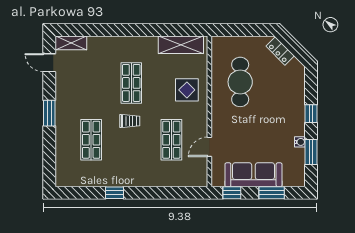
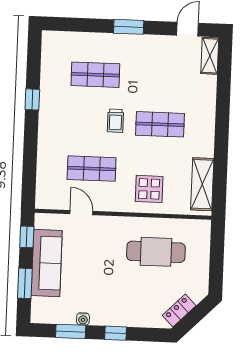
locker: (280, 51) -> (179, 310), moved

